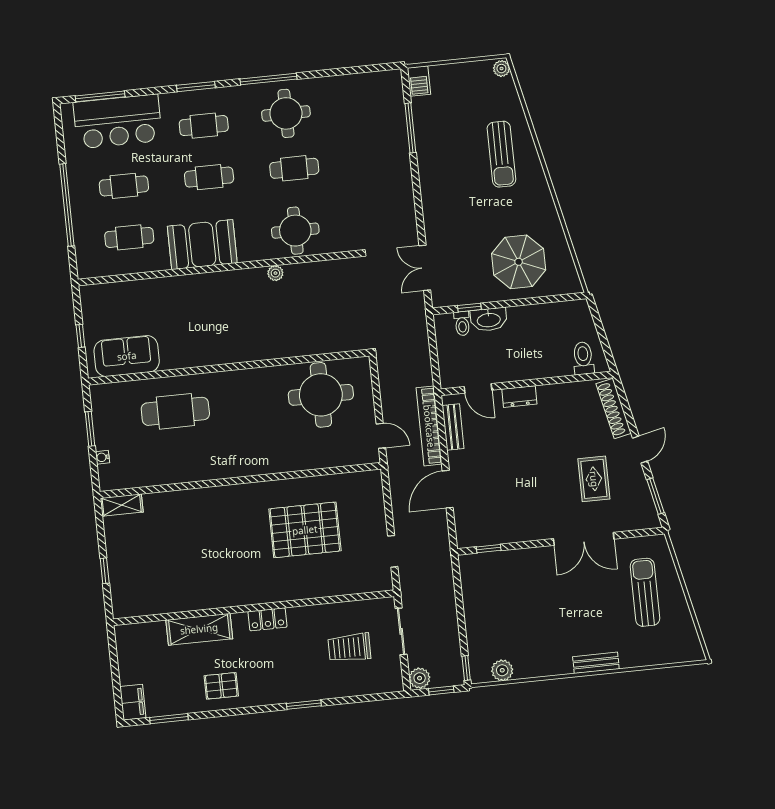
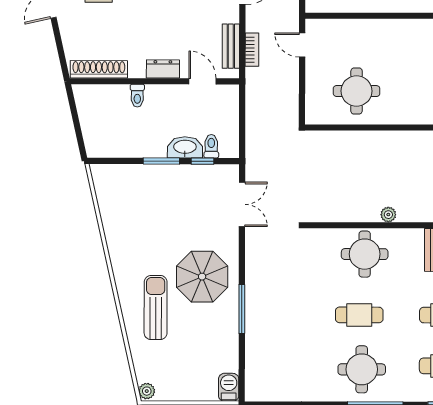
window: (410, 128) -> (242, 309), moved
parasol: (519, 262) -> (202, 277), moved
window: (511, 303) -> (161, 161), added
toilet: (583, 358) -> (137, 96), moved, width x0.73, depth x0.72
round table: (321, 395) -> (357, 91), width x0.73, depth x0.73
shoe rack: (614, 408) -> (99, 69), moved, turned -78
bookcase: (429, 426) -> (252, 50), width x0.43, depth x0.76

